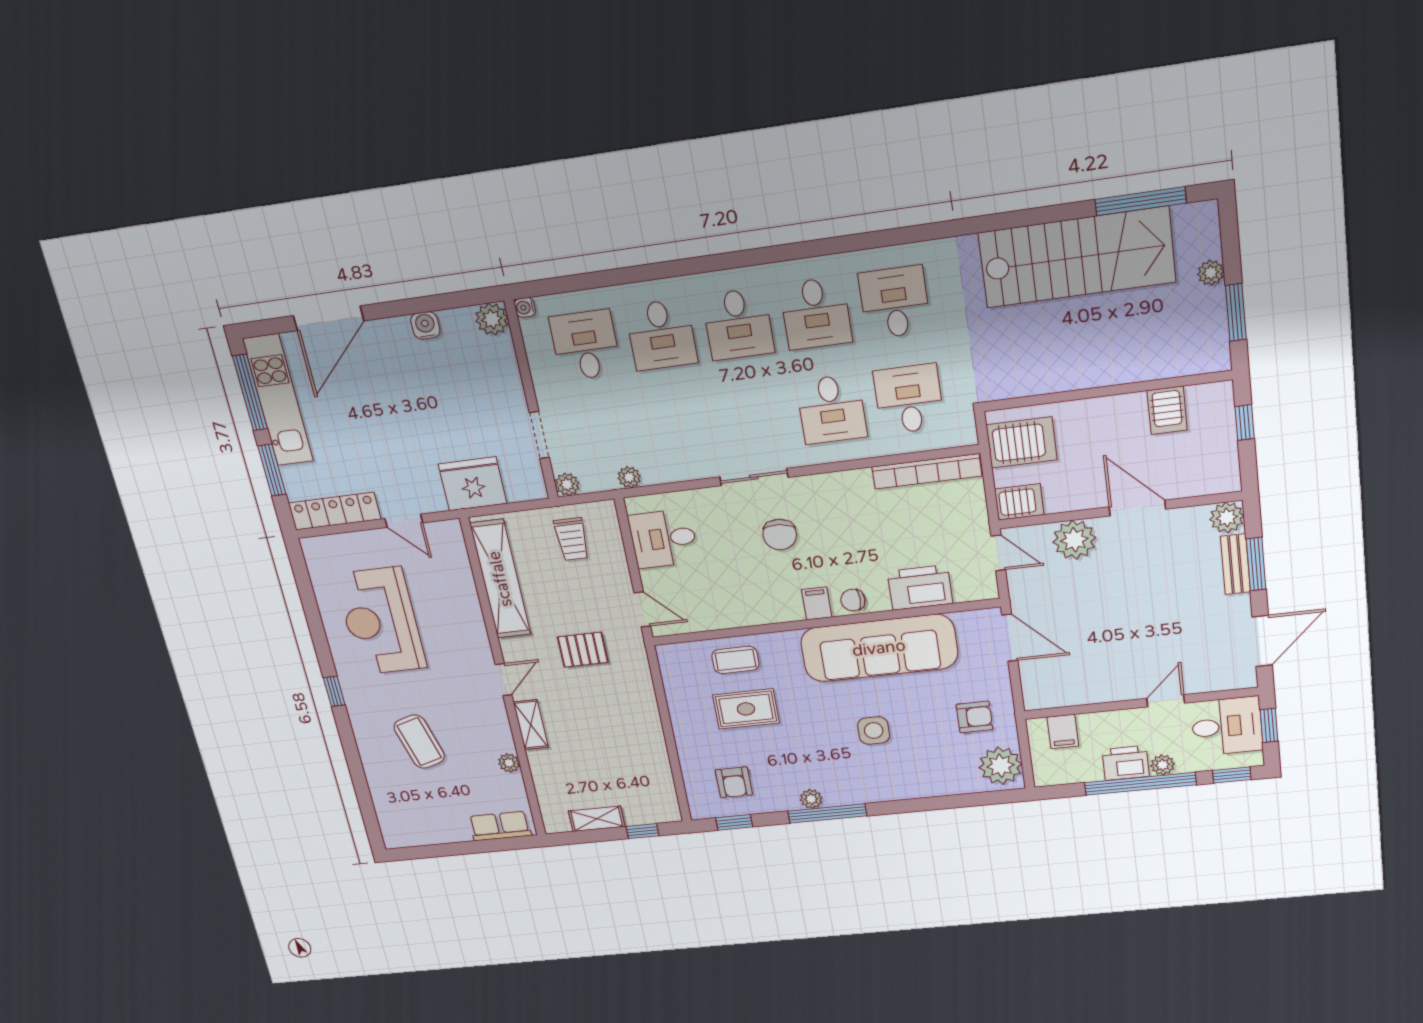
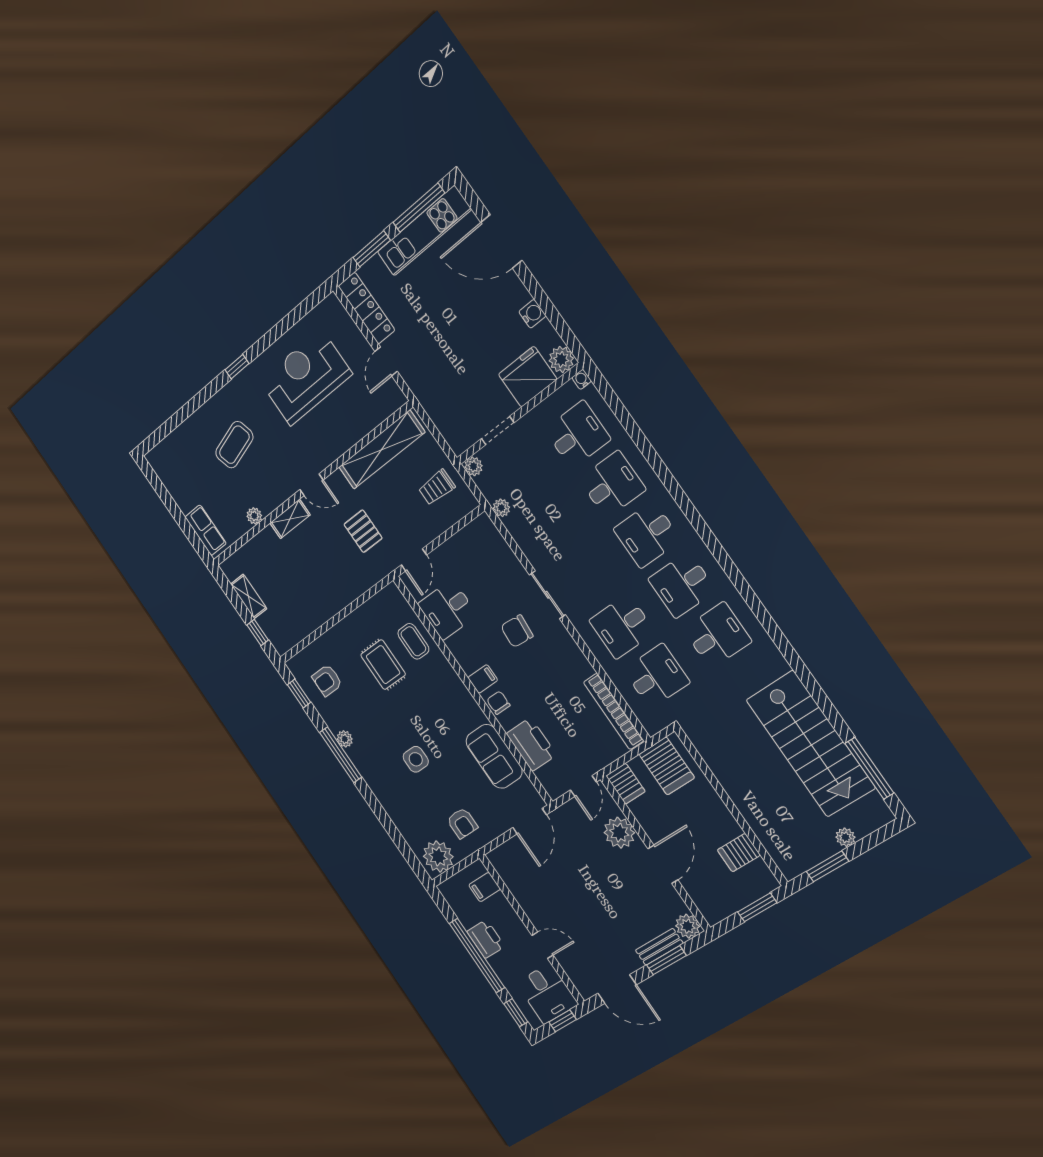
desk: (661, 335) -> (612, 484), turned 180
window: (1245, 422) -> (757, 907), width x1.50
fridge: (473, 484) -> (528, 377), moved, turned -90
desk: (663, 539) -> (447, 610), moved, turned -90
sofa: (879, 648) -> (494, 756), width x0.54, depth x0.79
plant: (1163, 765) -> (498, 964), removed

